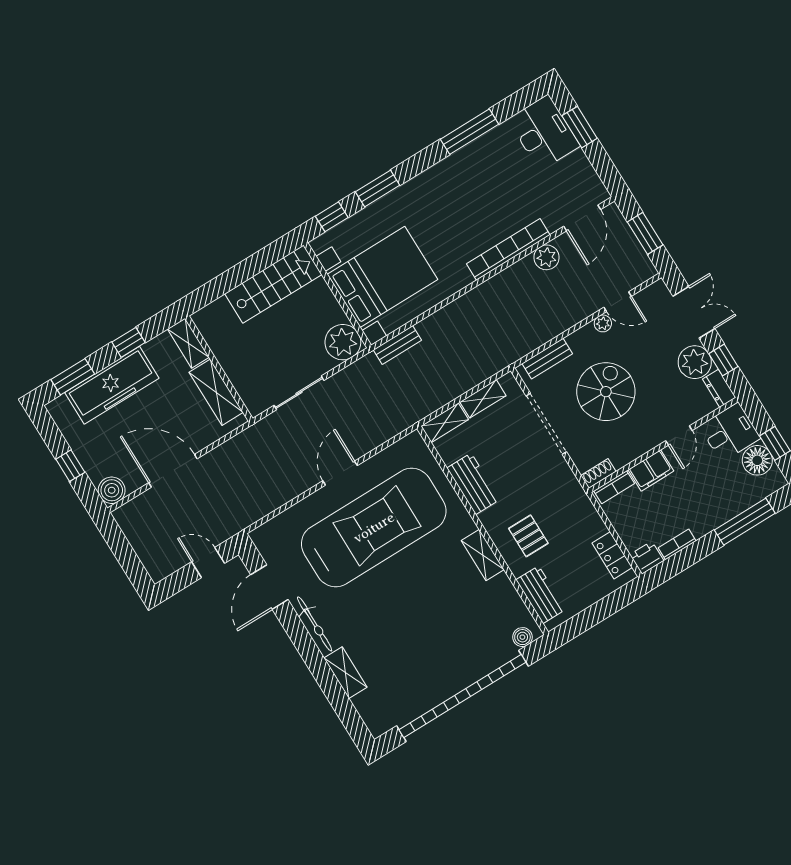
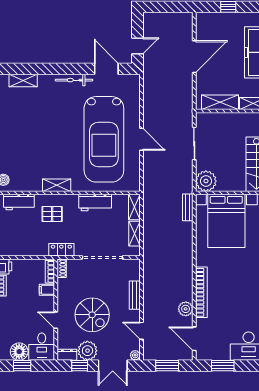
window: (580, 127) -> (223, 366), moved
door: (618, 302) -> (141, 331), hinge flipped
plant: (603, 323) -> (135, 355), moved
bench: (547, 359) -> (135, 295), moved
spiral stairs: (606, 392) -> (92, 315), moved
filing cabinet: (651, 470) -> (47, 290), width x0.50
boiler: (112, 490) -> (203, 20), removed
locker: (612, 555) -> (61, 250), moved
shelving: (345, 673) -> (23, 80), moved

